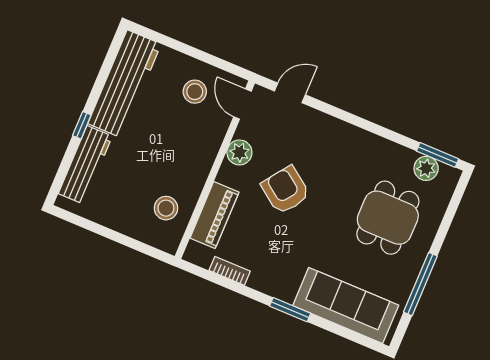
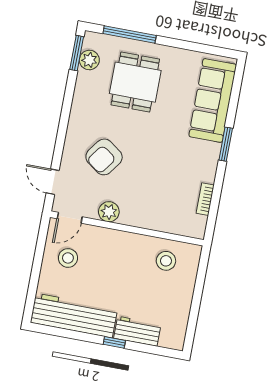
workbench: (85, 165) -> (137, 331), width x0.73
armchair: (286, 190) -> (104, 157), moved
piano: (214, 215) -> (163, 221), removed
dining table: (388, 218) -> (135, 82), turned 90
window: (420, 284) -> (130, 35), moved

